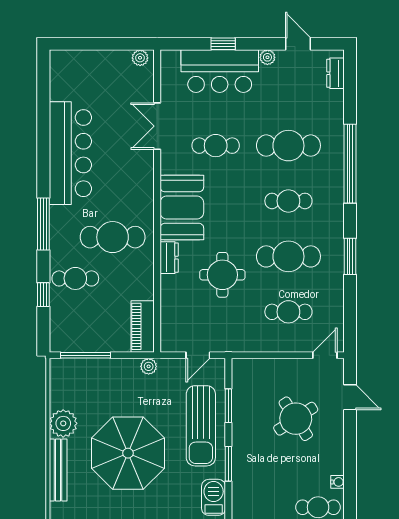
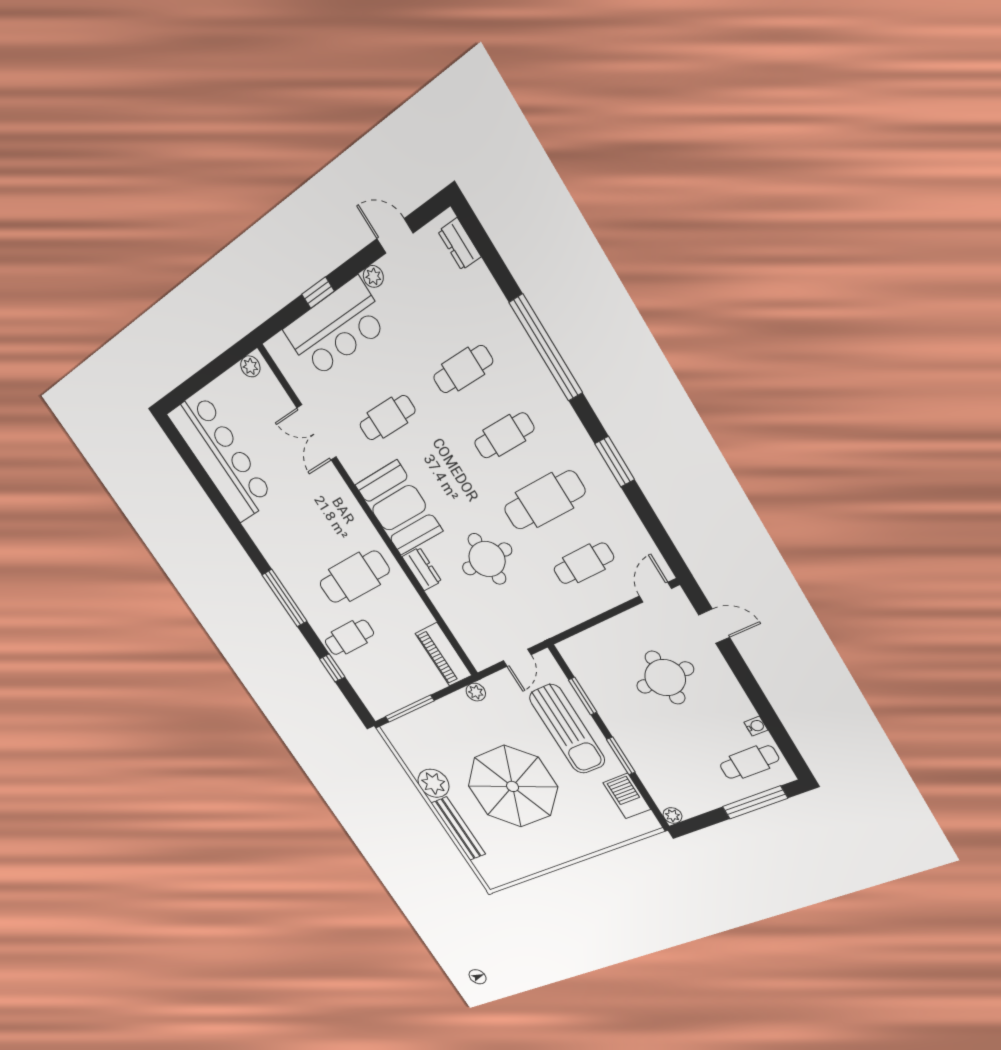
cafe table: (288, 146) -> (463, 369), width x0.73, depth x0.74
bar counter: (70, 153) -> (221, 457), moved
round table: (296, 419) -> (665, 678), turned 33

